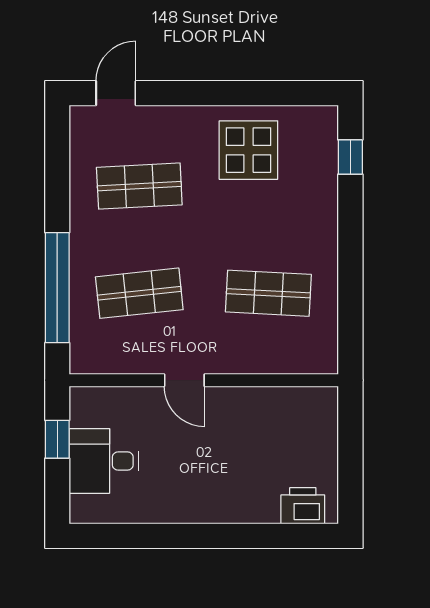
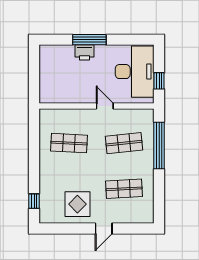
door: (116, 93) -> (104, 228), moved
desk: (104, 461) -> (135, 72), width x1.87, depth x1.30
printer: (303, 506) -> (85, 52), moved
window: (220, 536) -> (89, 40), added

